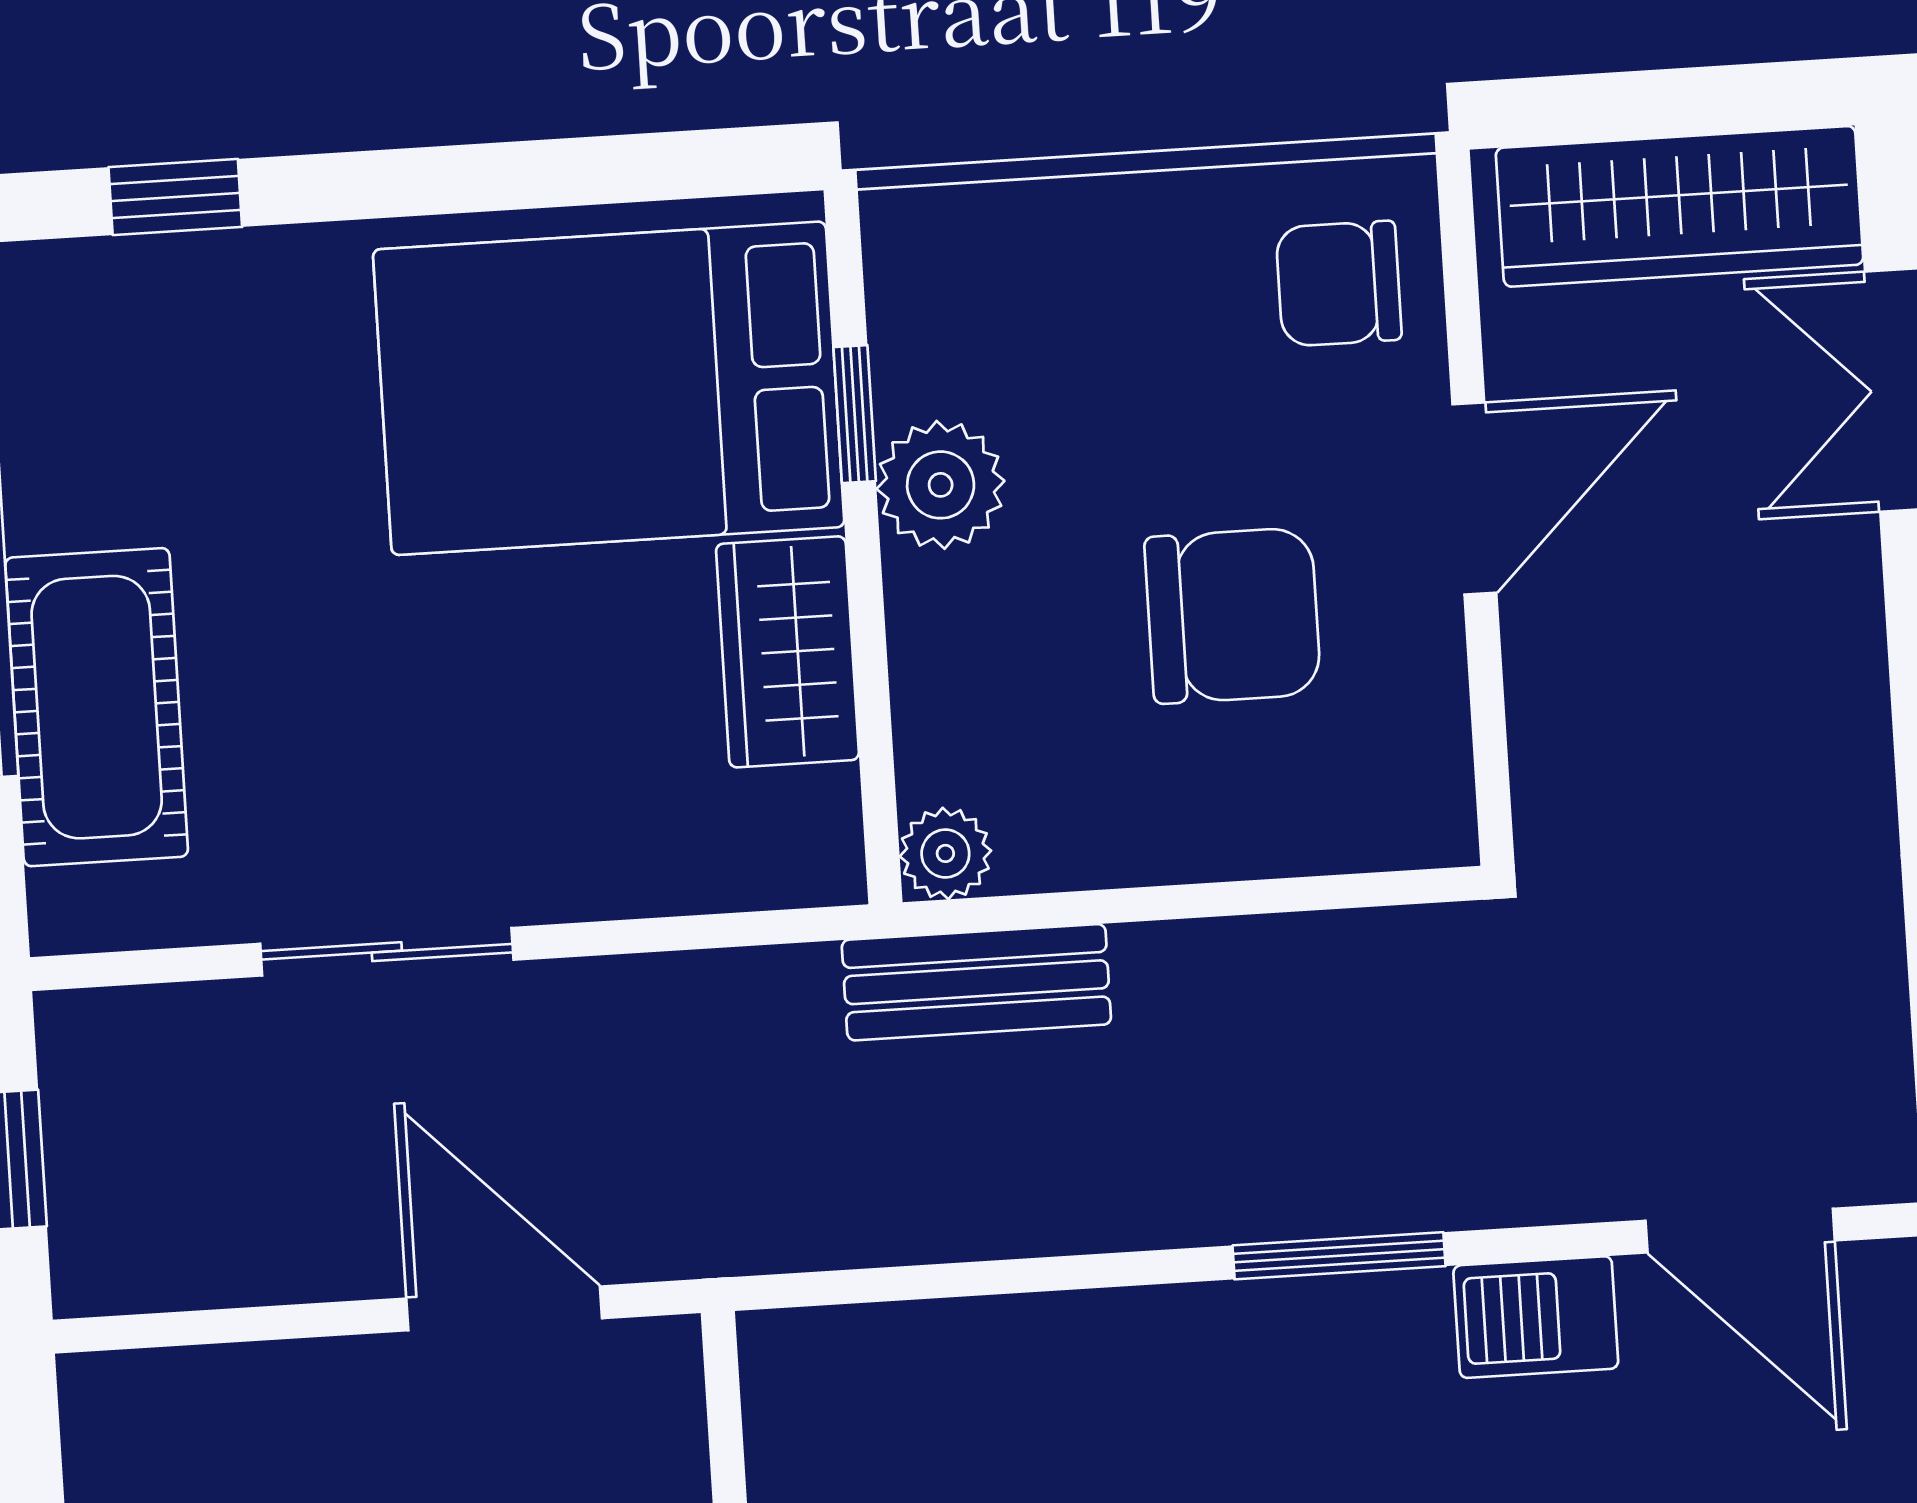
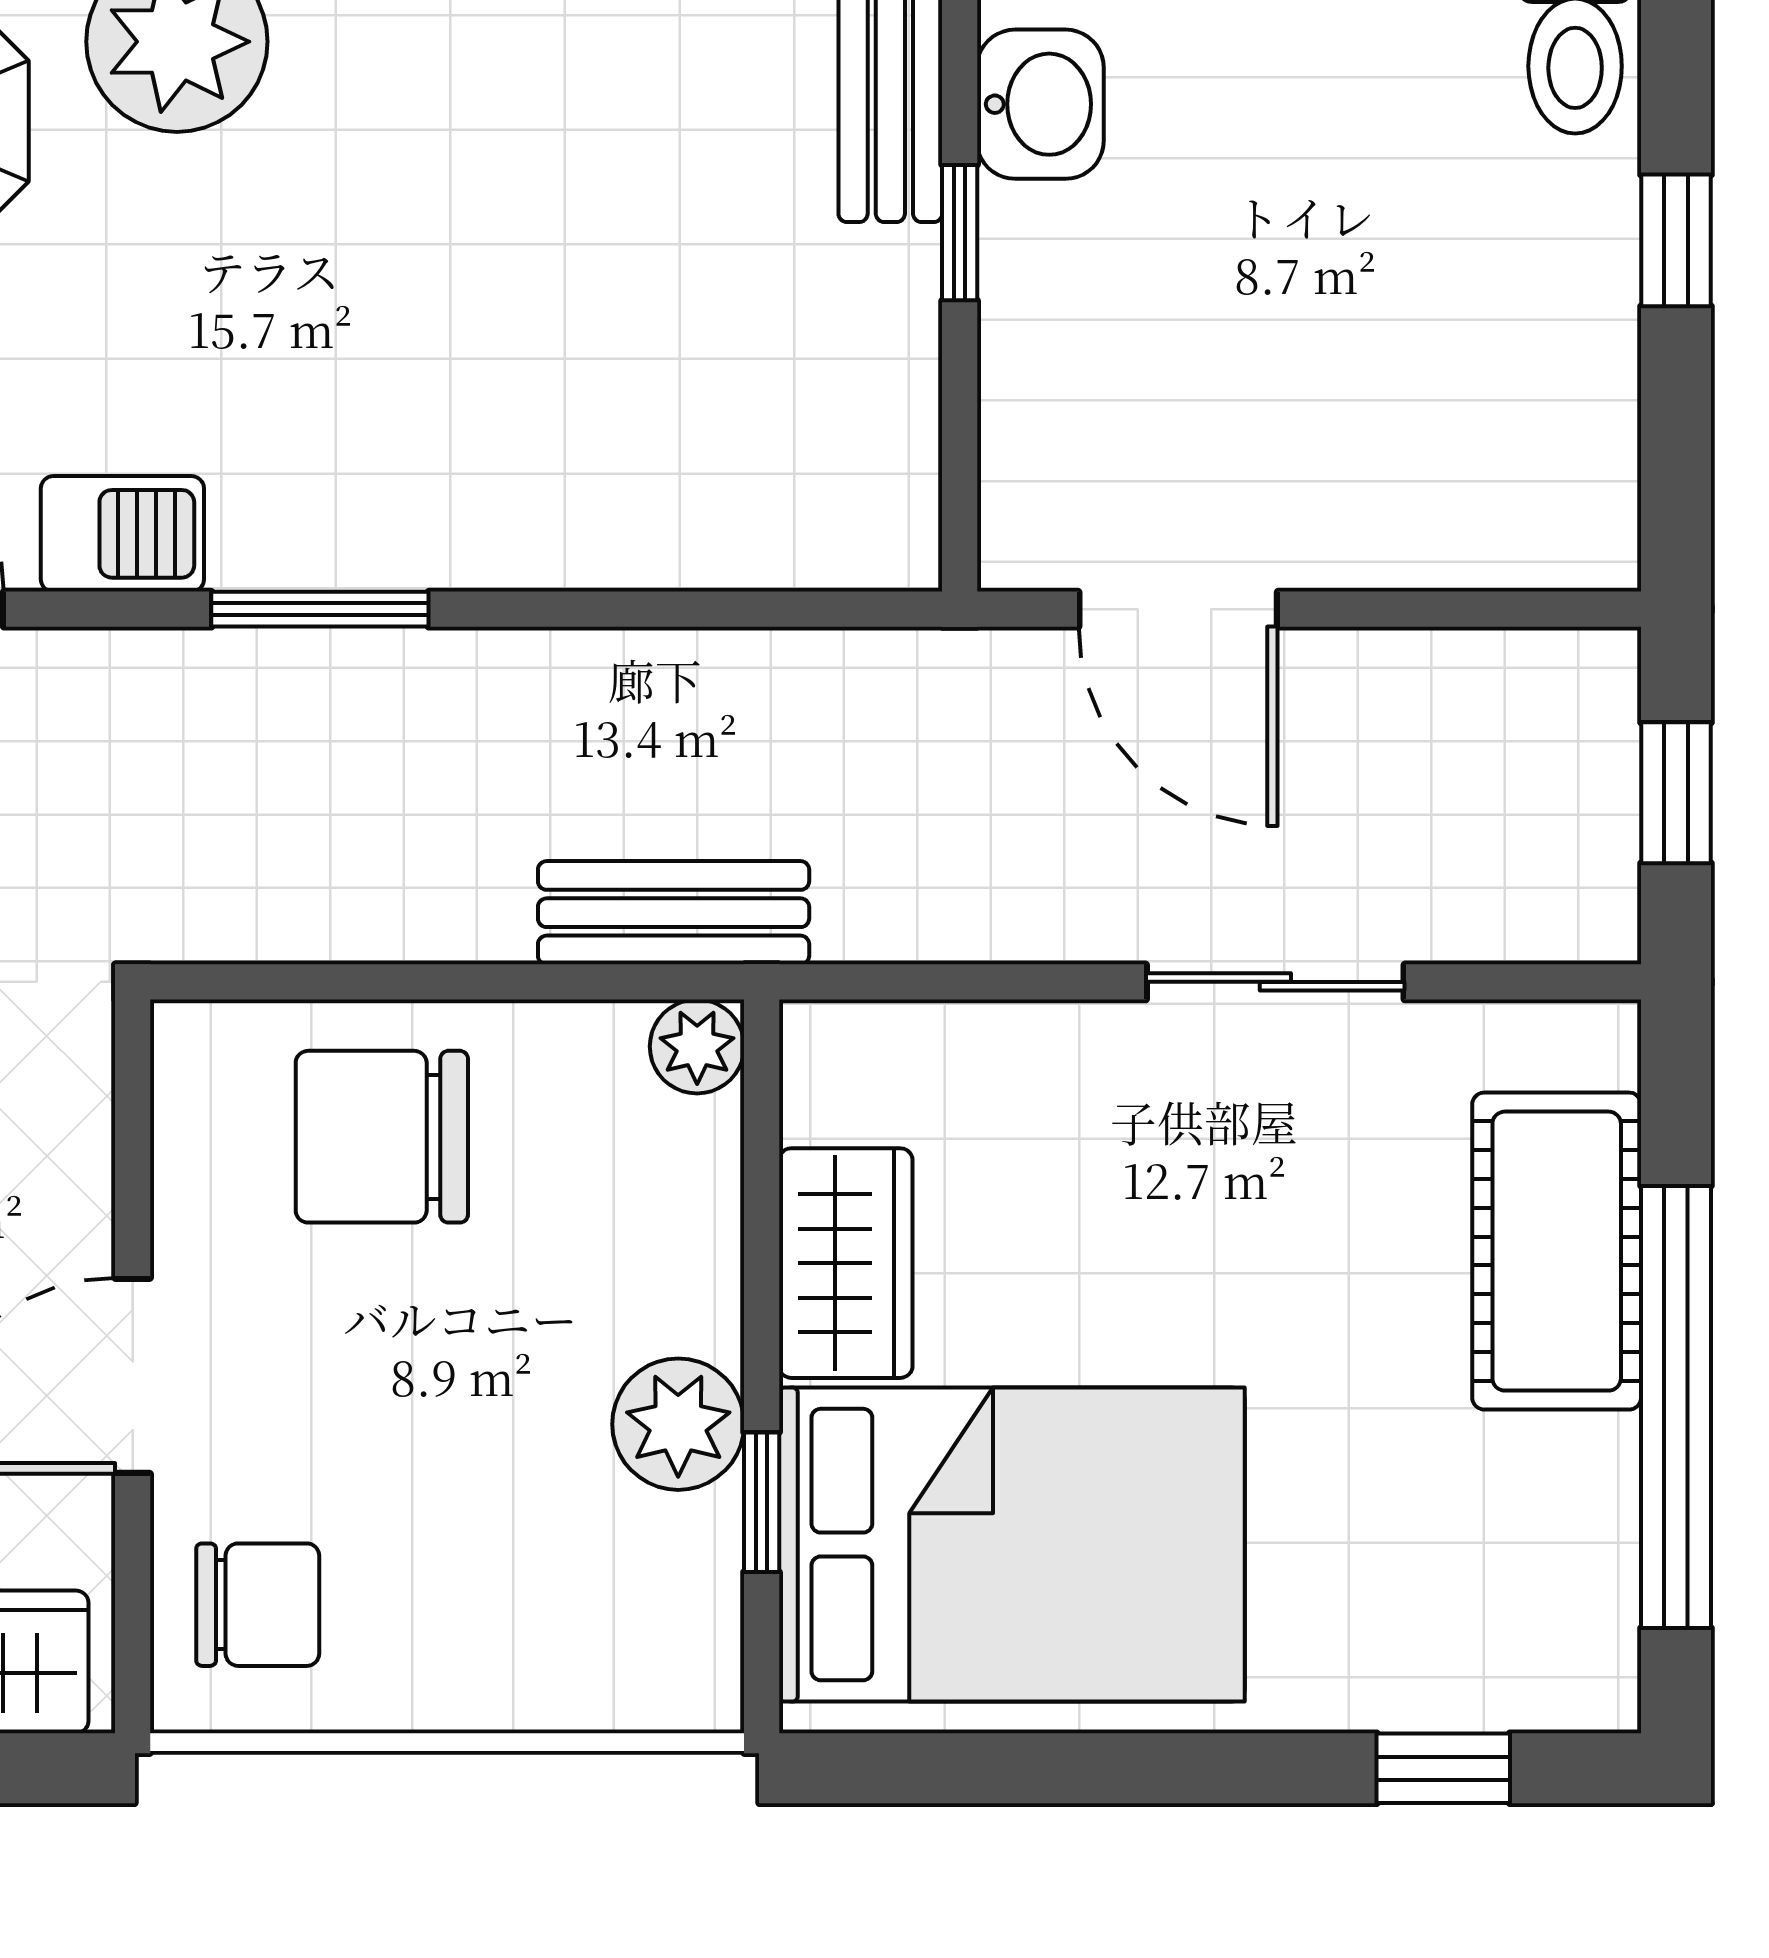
chair: (1233, 616) -> (382, 1137), moved

